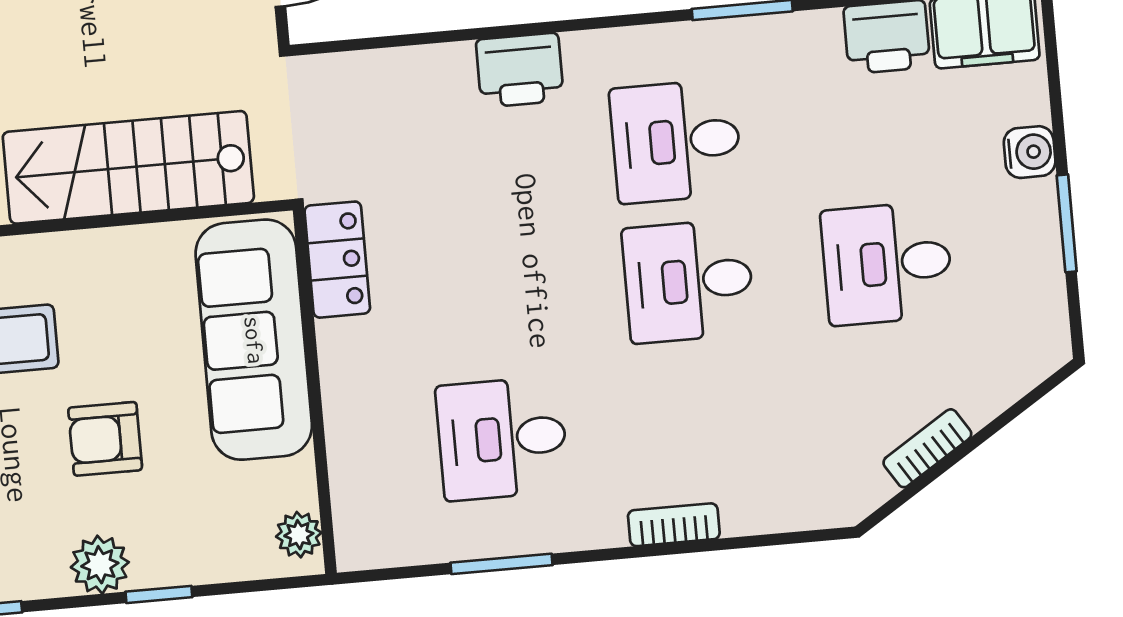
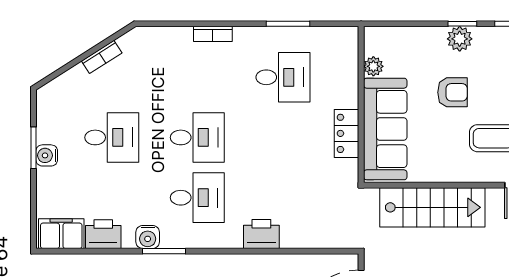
water cooler: (783, 40) -> (148, 237), added
water cooler: (1030, 152) -> (47, 155), moved
locker: (337, 260) -> (347, 133), moved
plant: (299, 535) -> (373, 66), moved
window: (159, 594) -> (462, 24), moved

